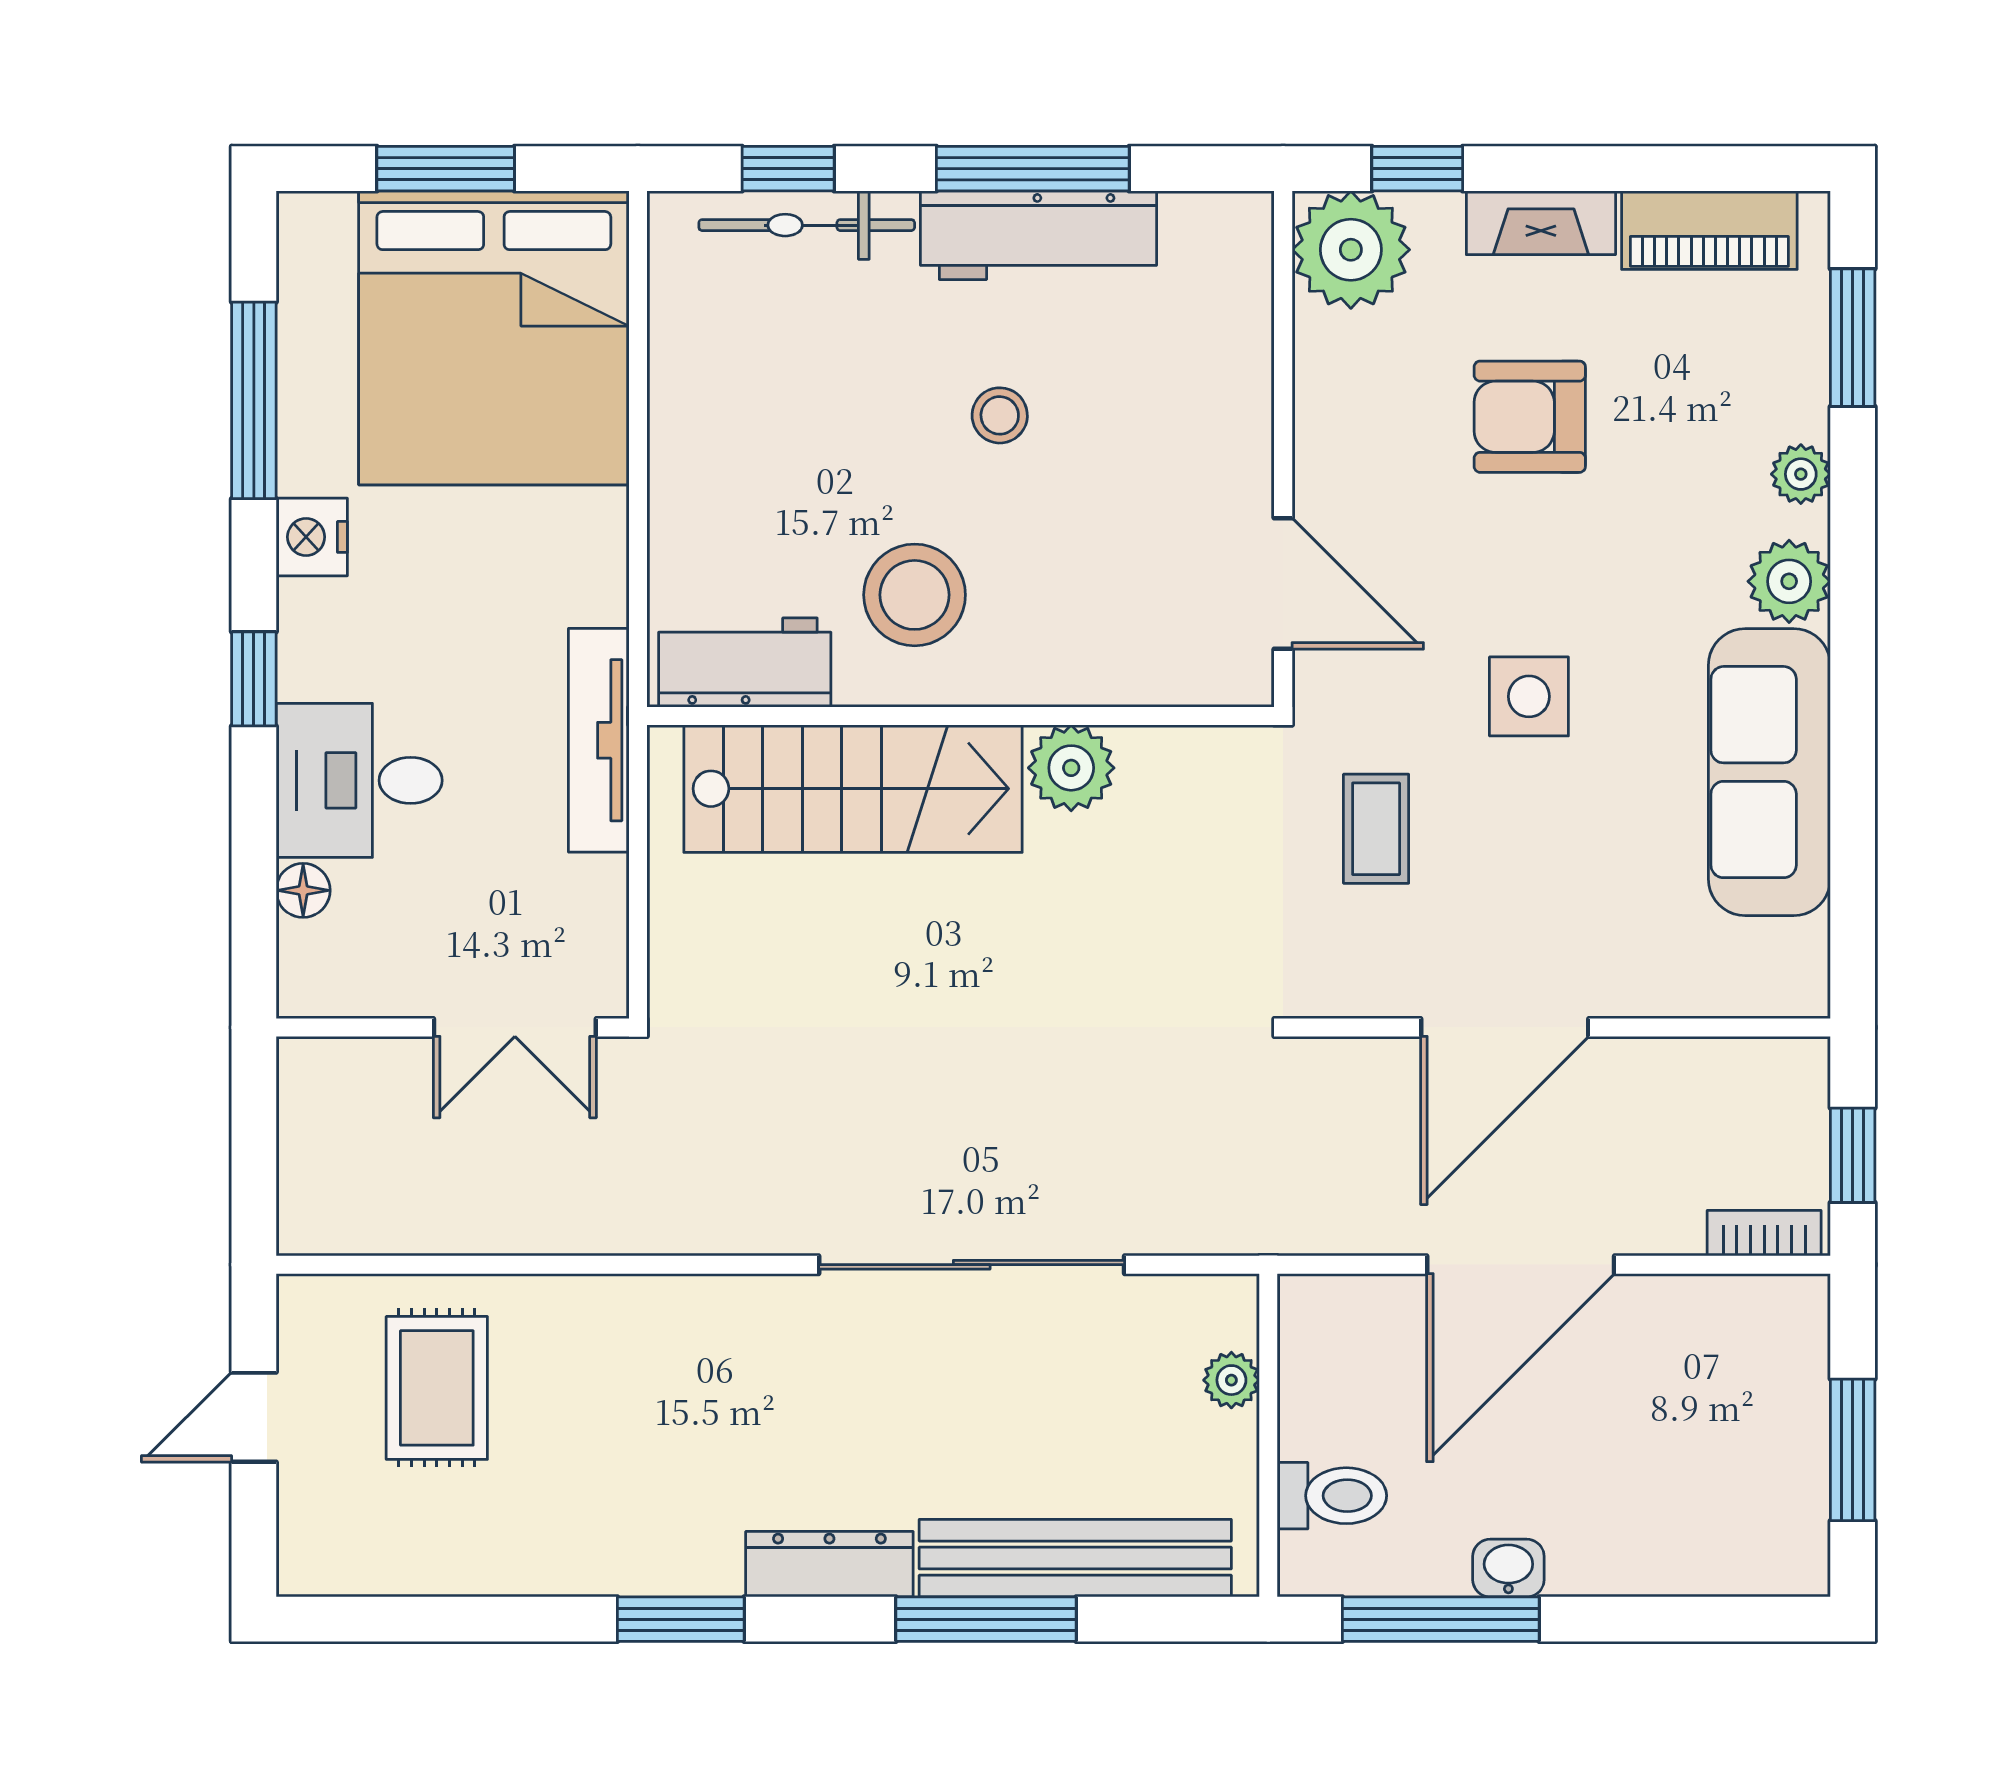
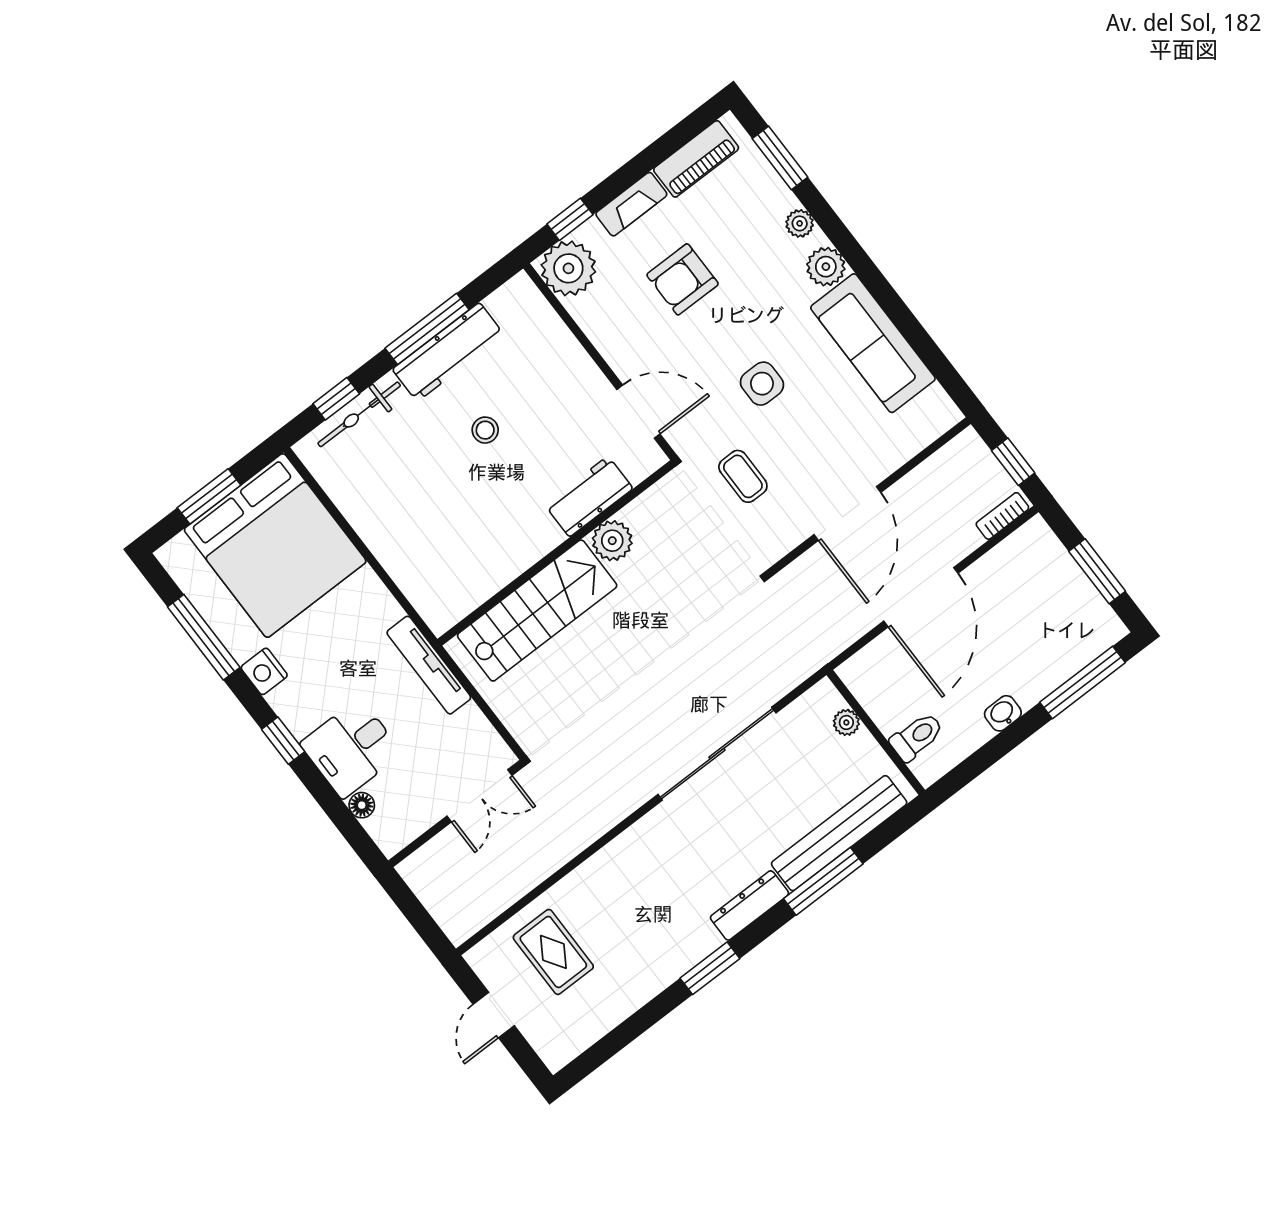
stool: (915, 595) -> (505, 521), removed
workbench: (745, 663) -> (589, 496), moved
window: (1441, 1619) -> (1082, 682), moved

